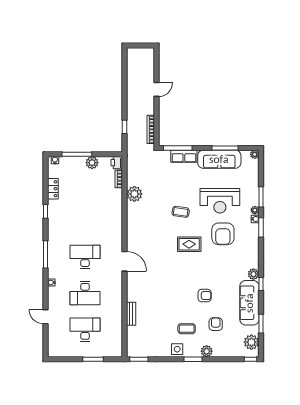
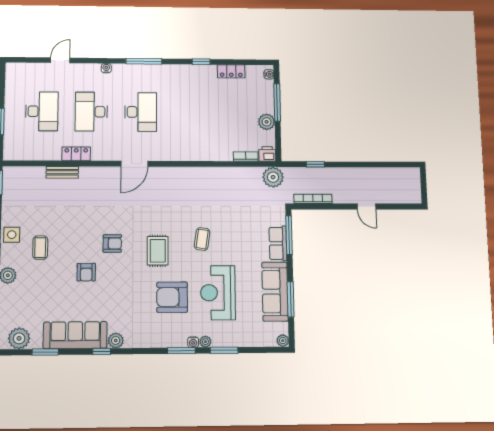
plant: (134, 194) -> (273, 177), moved
locker: (117, 304) -> (76, 154), added
armchair: (216, 324) -> (112, 243), moved

